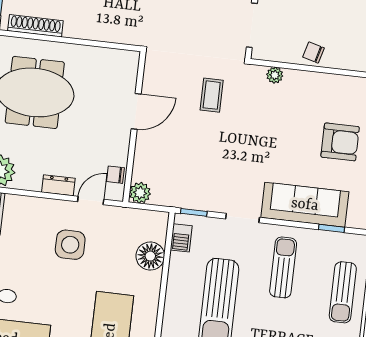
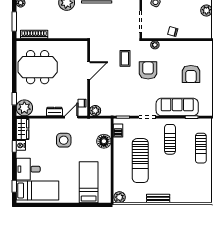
armchair: (255, 124) -> (148, 70), added
armchair: (340, 142) -> (191, 74), turned 90

